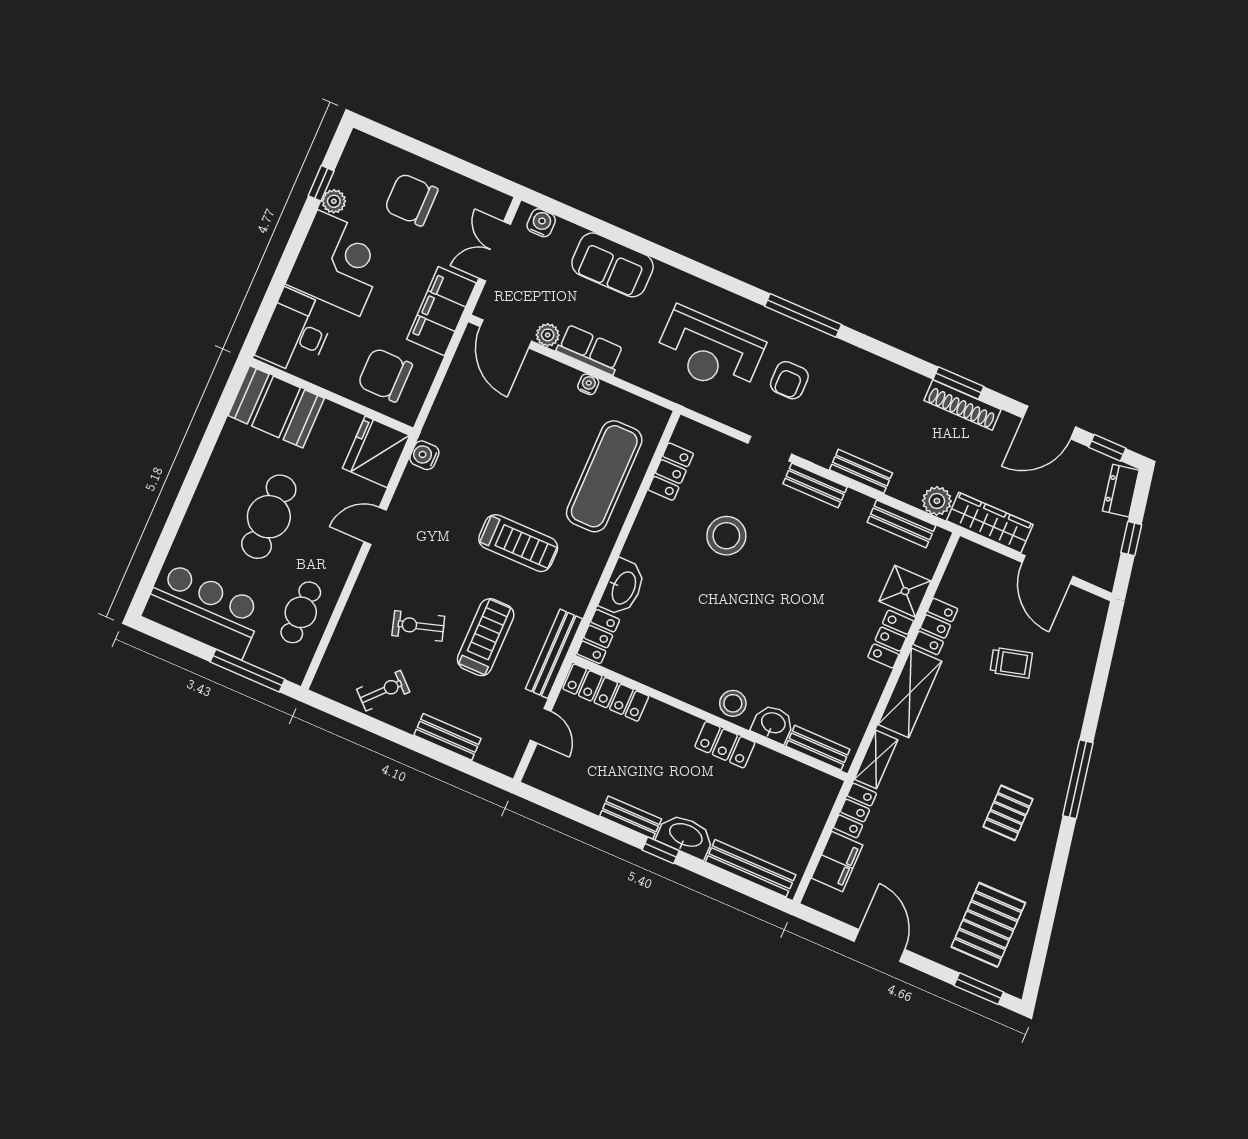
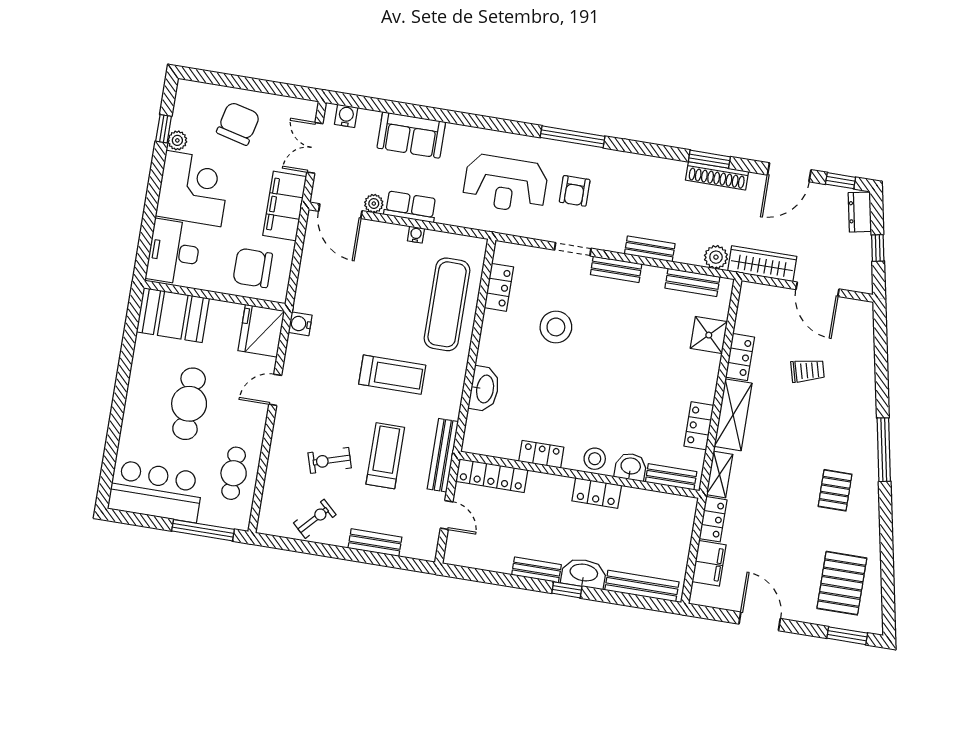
chair: (411, 200) -> (238, 124), turned 104
locker: (598, 637) -> (541, 454), moved, turned -90
locker: (891, 639) -> (699, 426), moved

